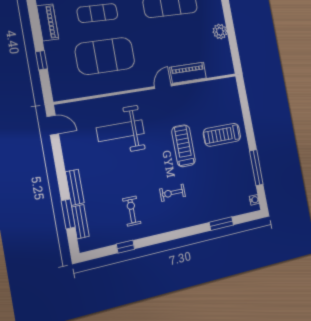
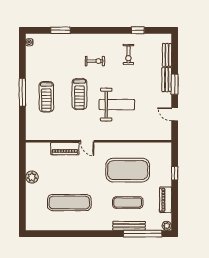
door: (163, 86) -> (87, 141), hinge flipped
door: (53, 125) -> (175, 114), moved
weight bench: (120, 131) -> (117, 105), moved
treadmill: (222, 135) -> (46, 97), turned 90
window: (256, 168) -> (22, 92), moved
window: (68, 214) -> (175, 84), moved

